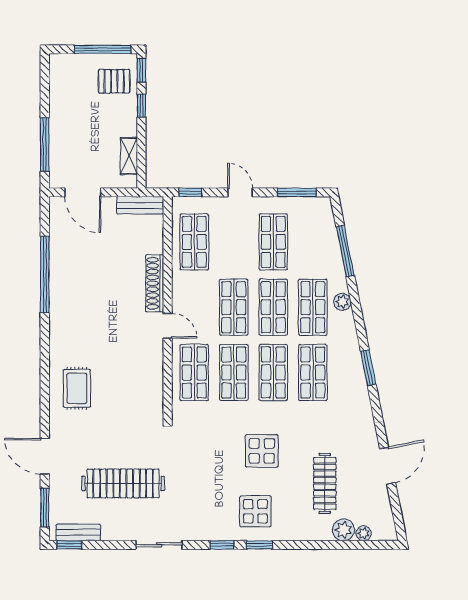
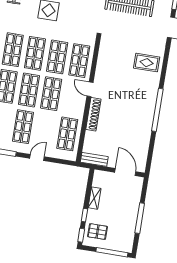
window: (103, 49) -> (112, 252), moved
window: (45, 145) -> (140, 218), moved
shelving: (129, 156) -> (94, 198), moved
window: (190, 192) -> (65, 162), removed
door: (240, 192) -> (37, 158), swing flipped
window: (45, 275) -> (157, 110), moved
rug: (77, 388) -> (147, 63), turned 90

